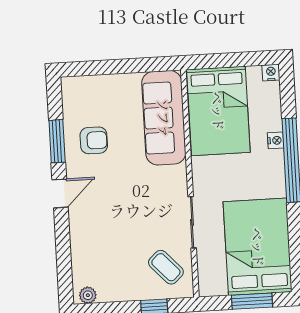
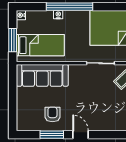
window: (225, 60) -> (13, 40), added
bed: (218, 111) -> (40, 45), width x0.67

